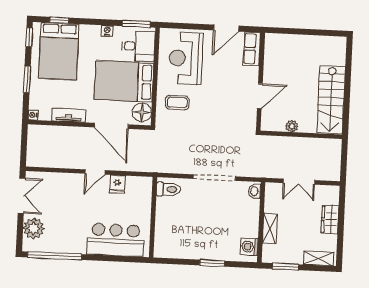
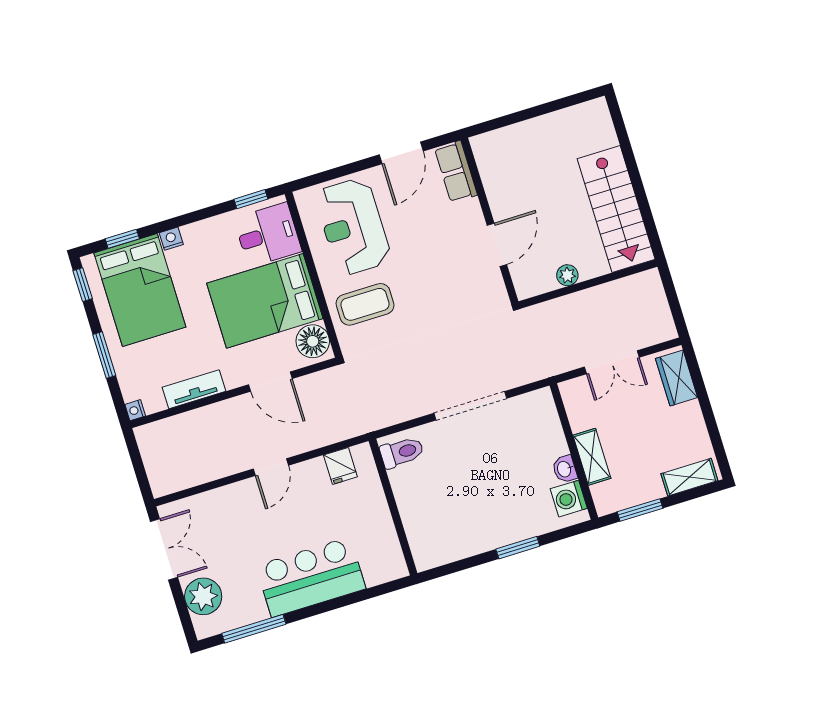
window: (136, 24) -> (251, 199), width x0.67
nightstand: (107, 31) -> (171, 239), moved
coffee table: (177, 103) -> (365, 304), width x1.36, depth x1.30
door: (111, 126) -> (270, 382), width x0.73
fridge: (117, 184) -> (340, 466), moved
washbasin: (255, 191) -> (565, 469), moved
wardrobe: (330, 219) -> (677, 378), moved
bar counter: (115, 240) -> (311, 577), moved
window: (55, 256) -> (254, 629), width x0.68

